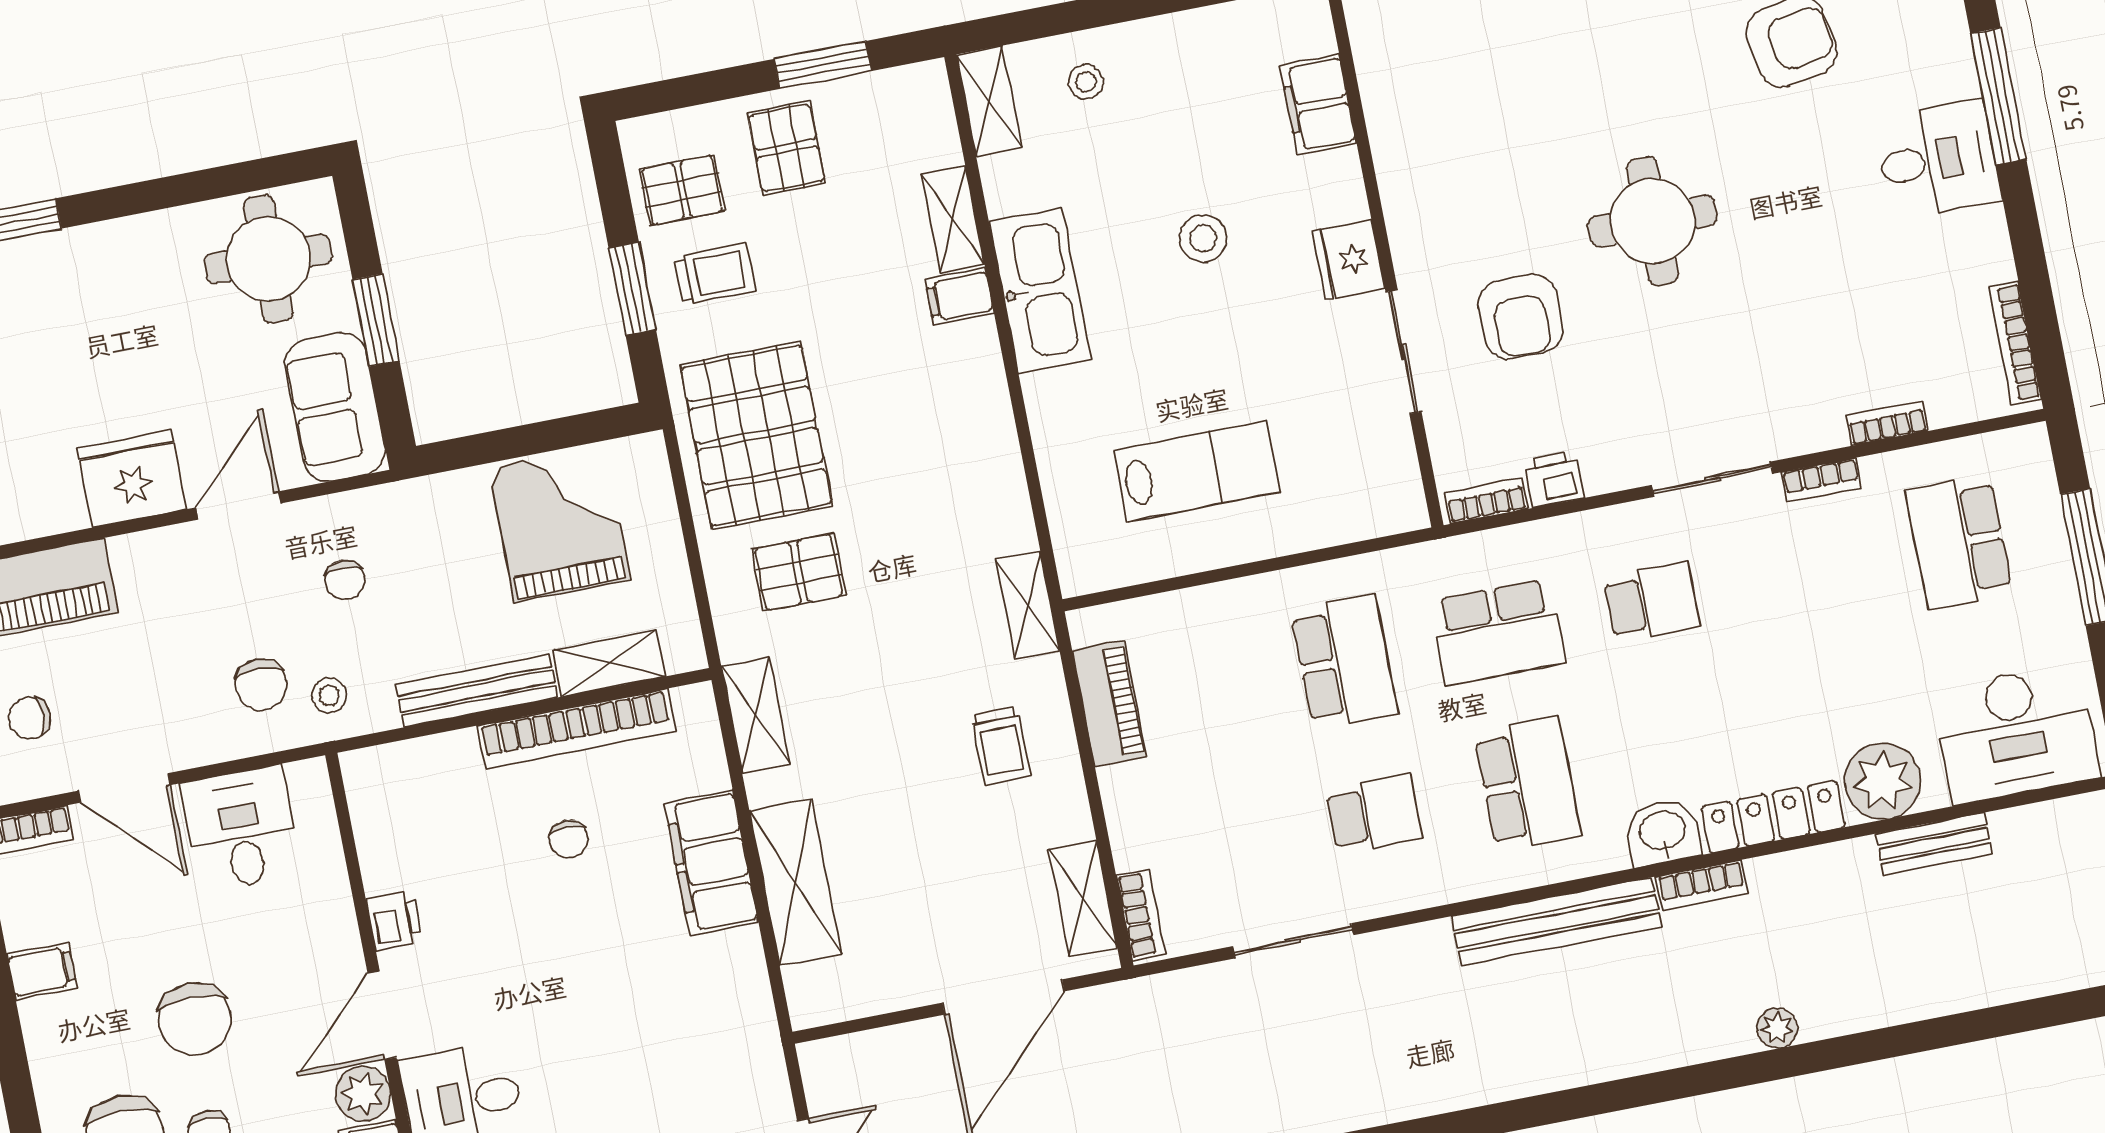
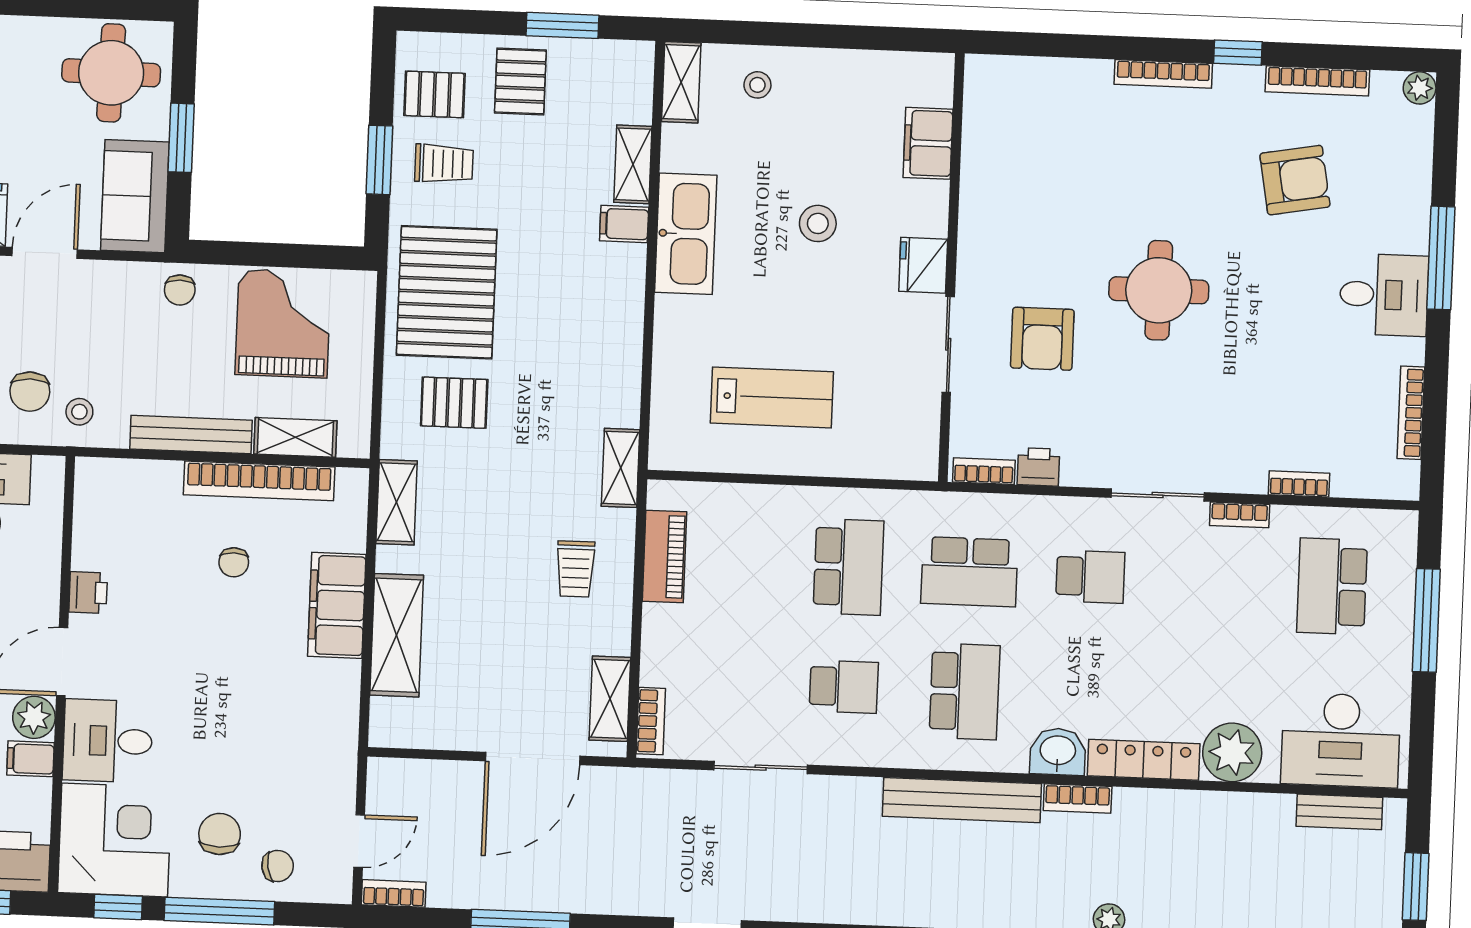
bookcase: (2015, 343) -> (1411, 413), moved
chair: (345, 580) -> (180, 290), moved
bench: (1934, 844) -> (1339, 812), moved

